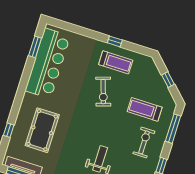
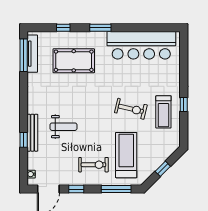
window: (35, 47) -> (100, 28), moved
exercise bike: (103, 92) -> (131, 109), turned -149
treadmill: (145, 109) -> (126, 155), width x1.37, depth x1.38

